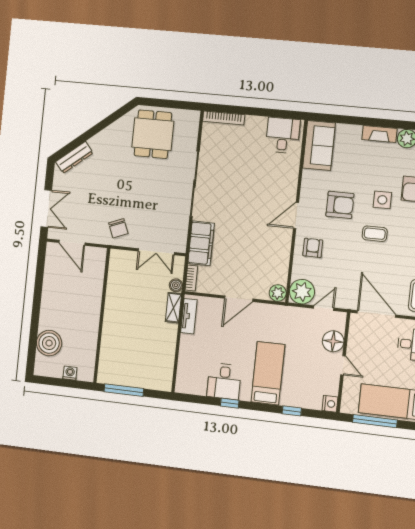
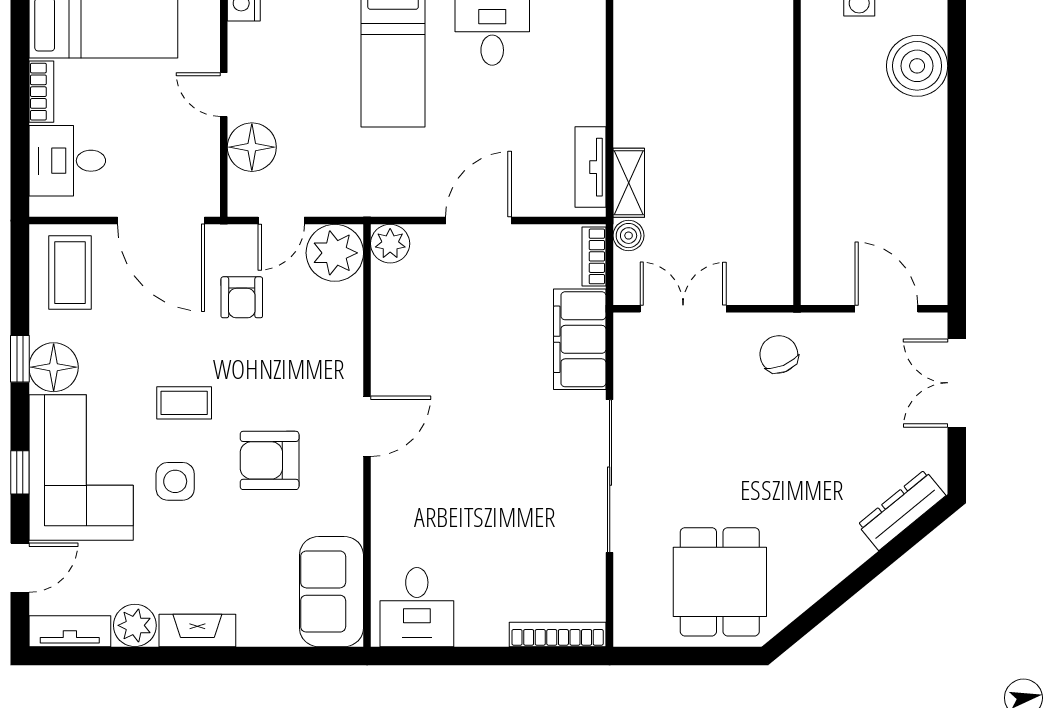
armchair: (313, 248) -> (242, 297), moved

